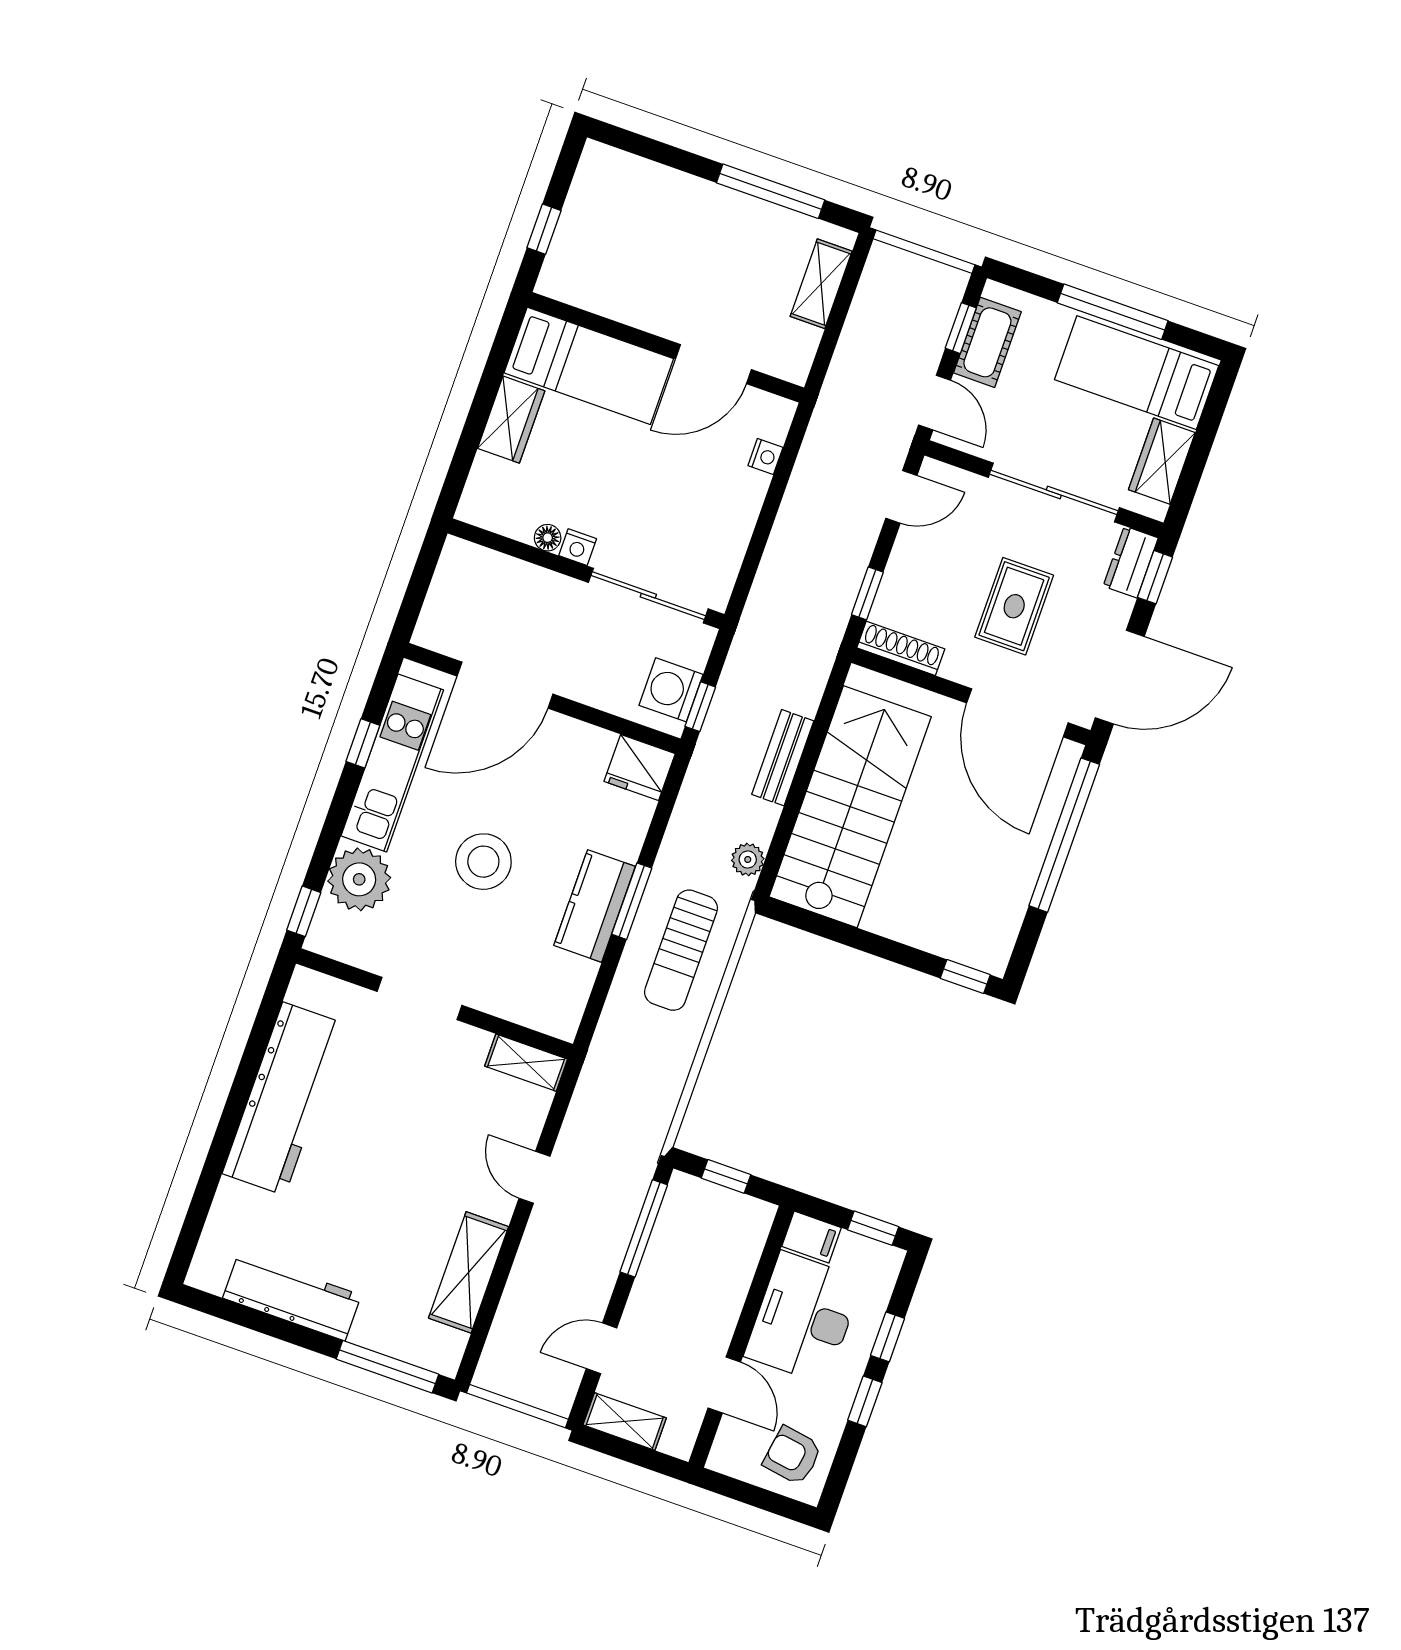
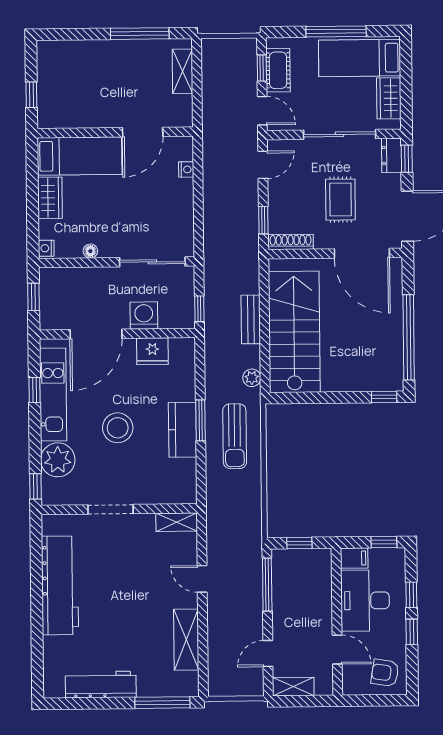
nightstand: (578, 547) -> (46, 248), moved, turned 90
window: (420, 581) -> (34, 297), added
washing machine: (671, 690) -> (144, 316), moved, turned 90
fridge: (640, 767) -> (152, 351), moved
window: (1064, 835) -> (409, 337), moved

